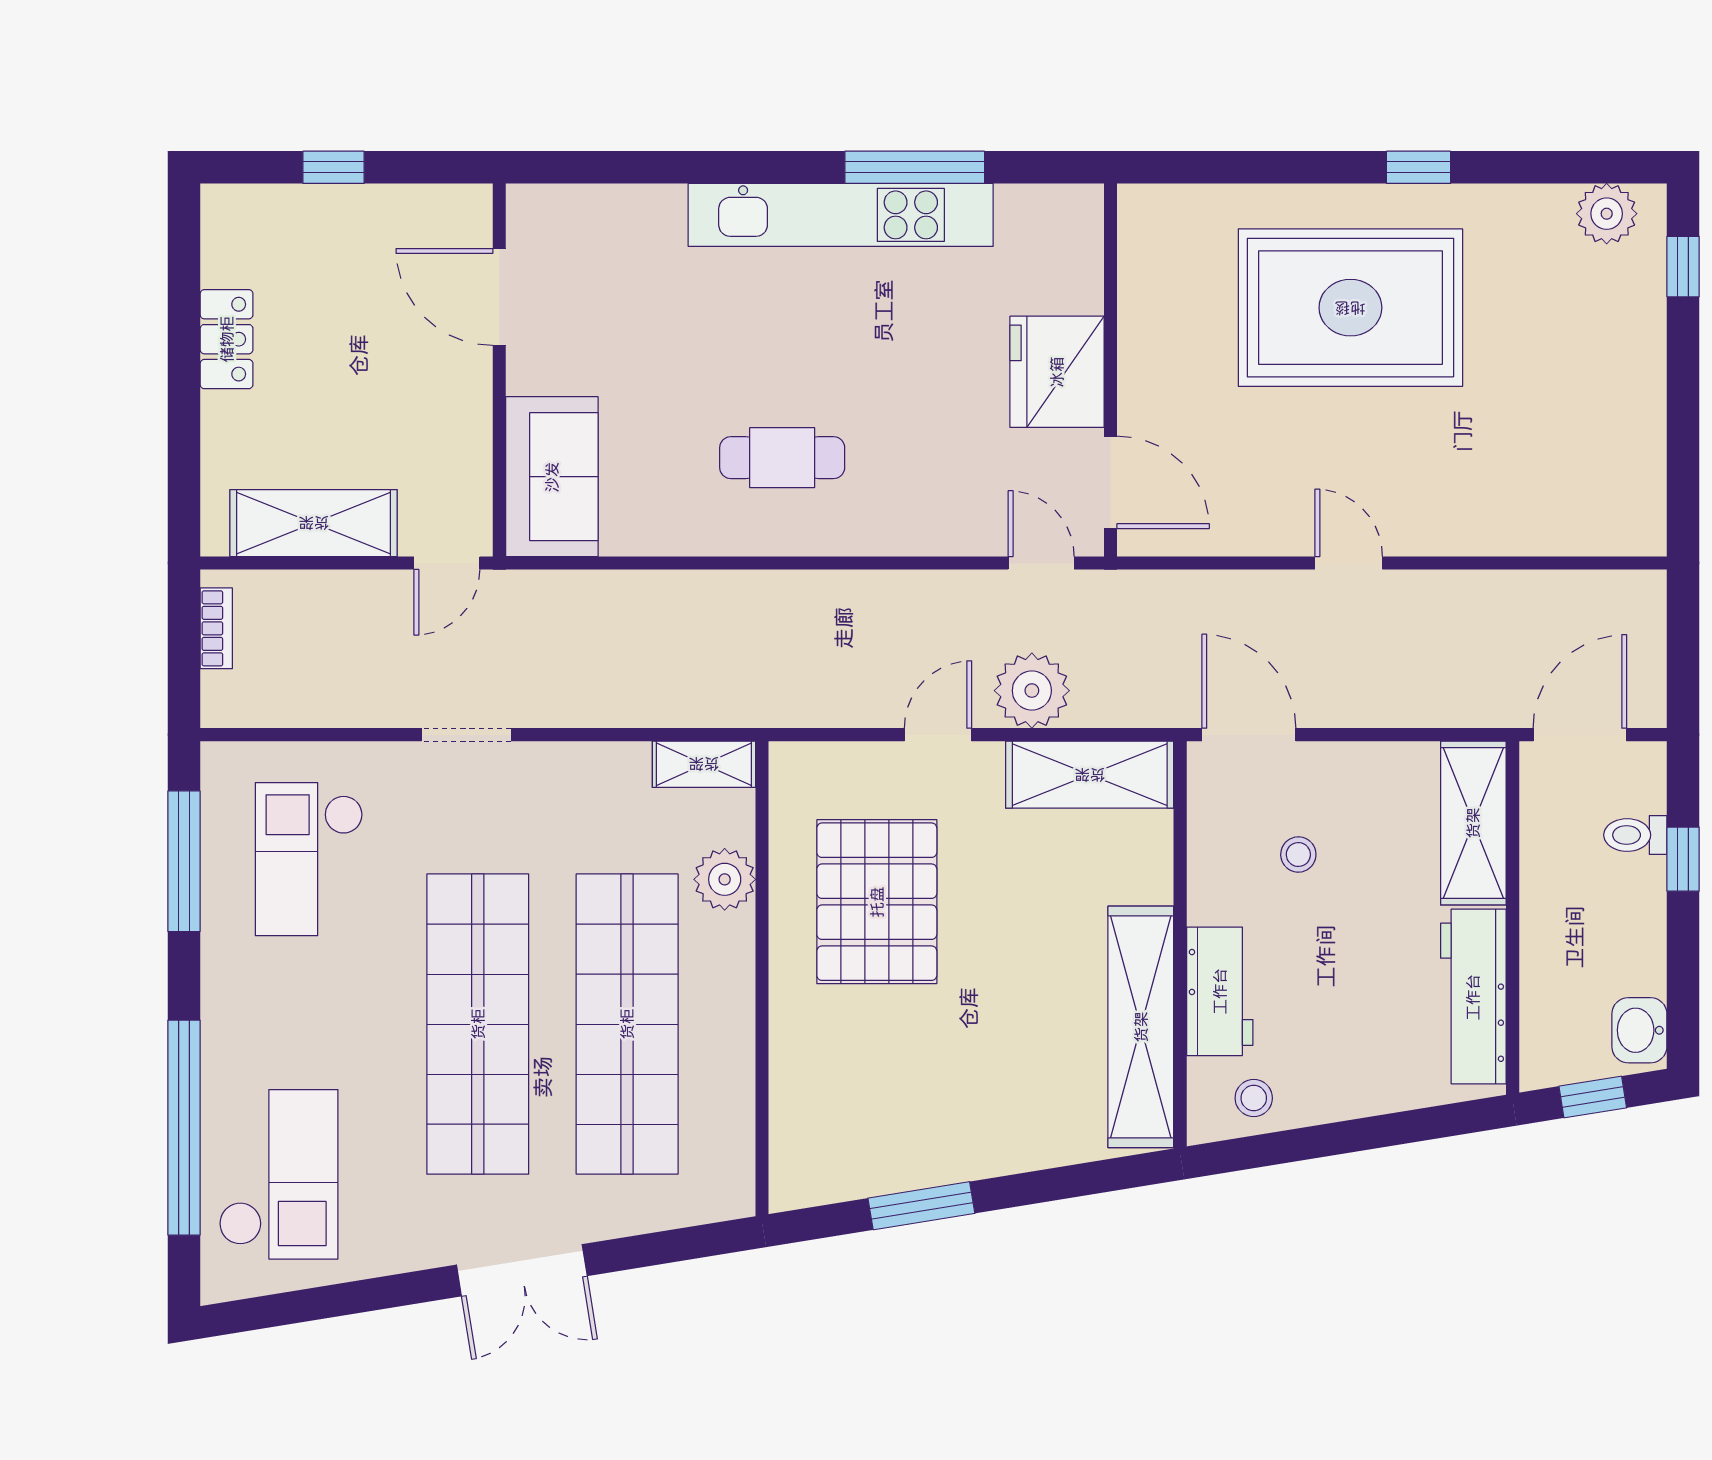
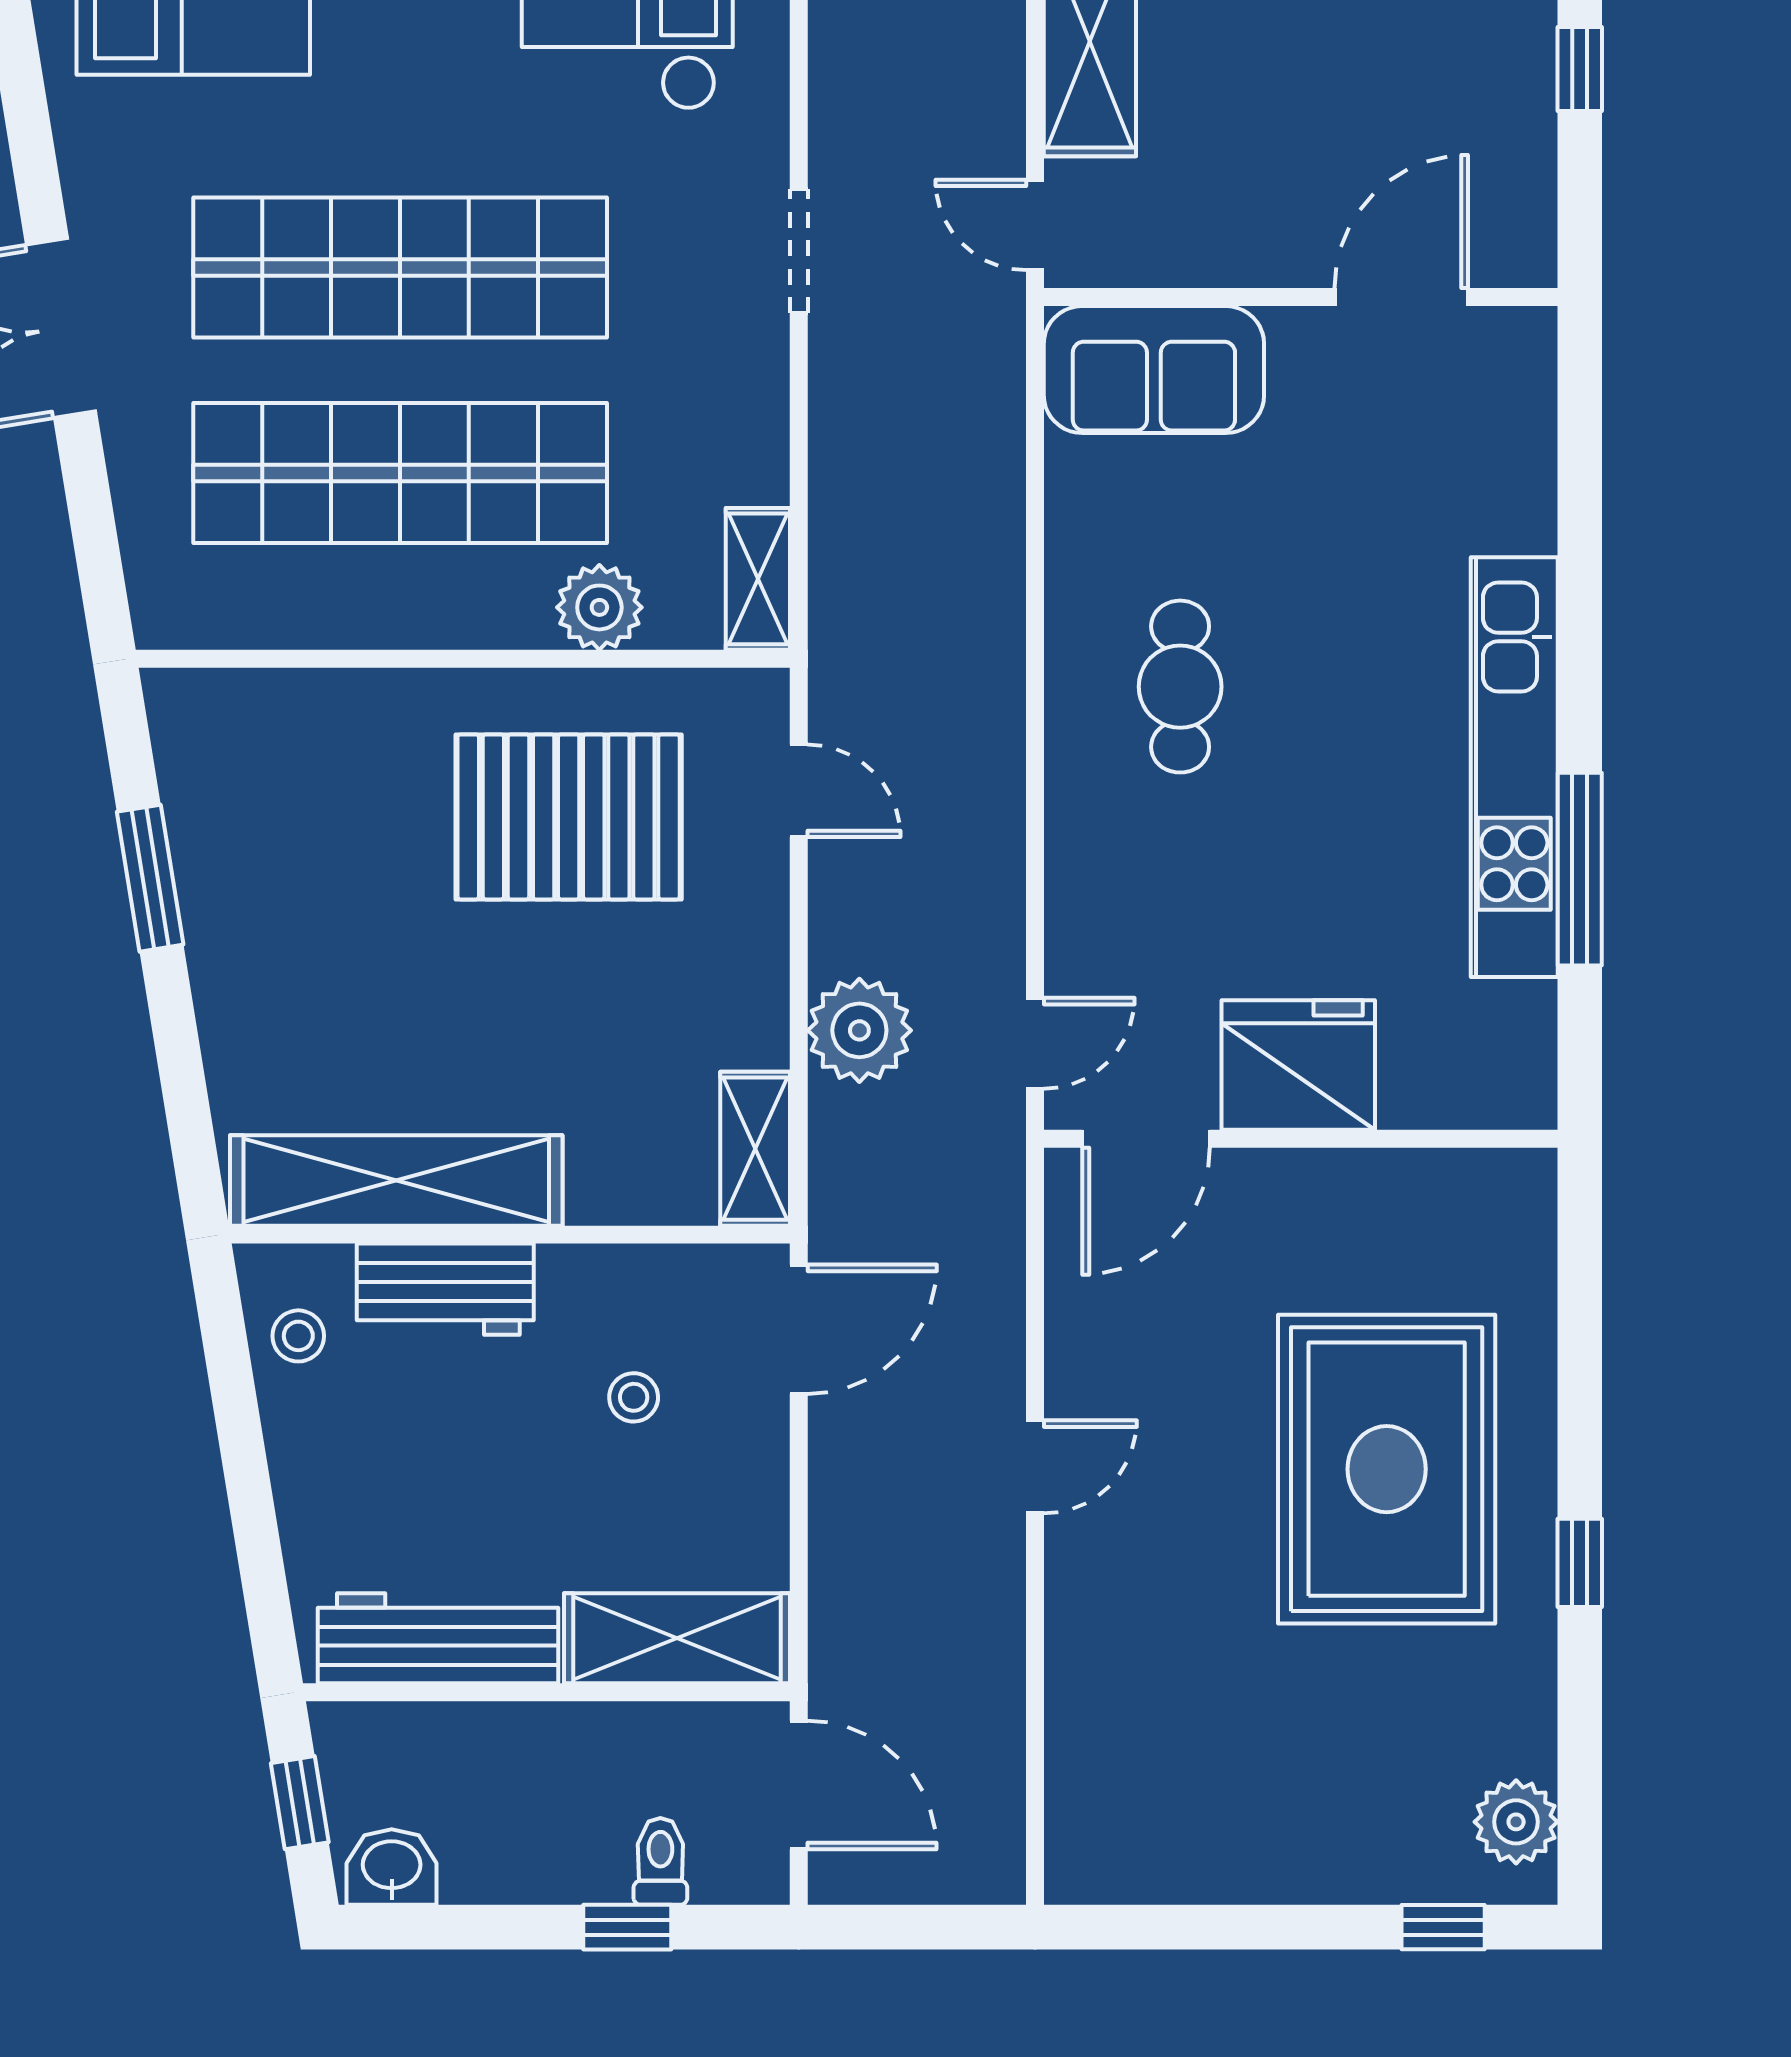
door: (938, 735) -> (799, 791), moved
shelving: (1090, 775) -> (755, 1149), width x0.67, depth x0.75

